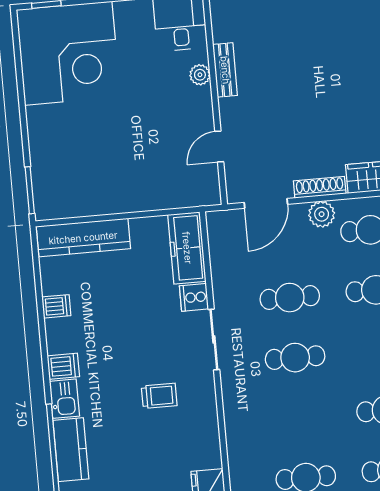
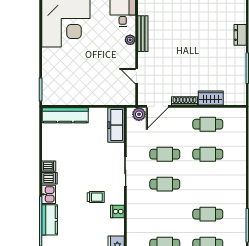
bench: (225, 70) -> (143, 34), width x1.36
door: (219, 146) -> (137, 76), hinge flipped
plant: (322, 214) -> (139, 114), moved
cooker: (194, 297) -> (117, 212), moved
dishwasher: (56, 306) -> (49, 166), moved

